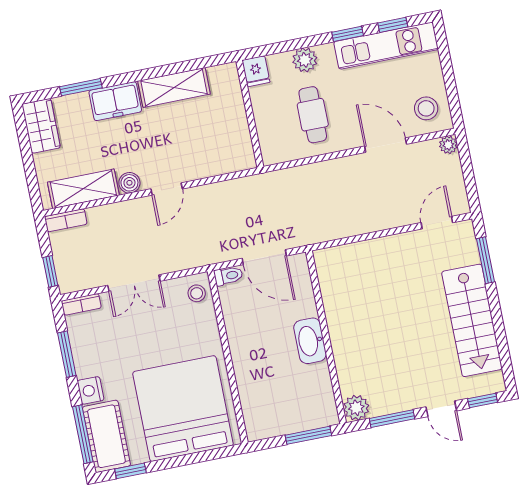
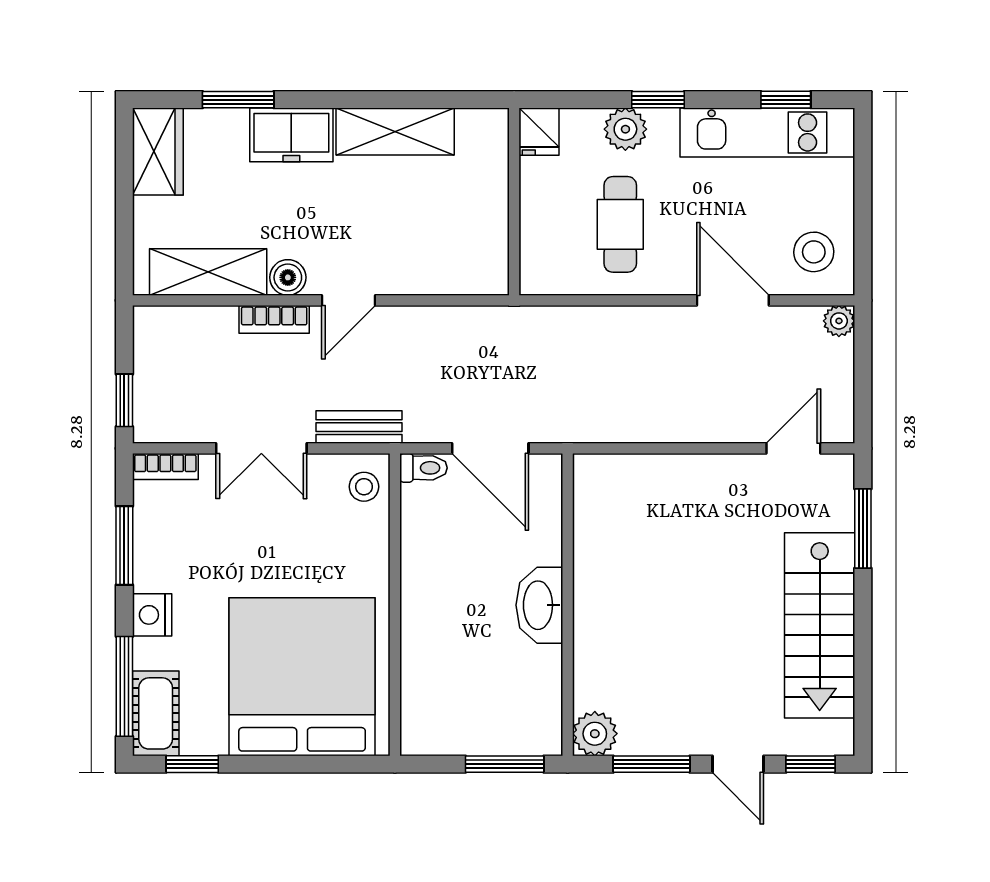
window: (348, 34) -> (658, 100), moved
bookcase: (66, 220) -> (274, 319), moved
bench: (187, 260) -> (359, 427), added
cot: (106, 436) -> (156, 713), width x0.73, depth x0.75

